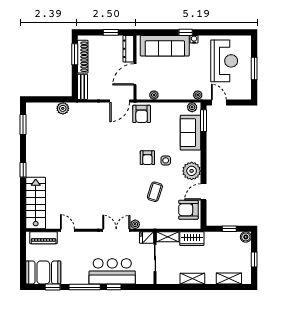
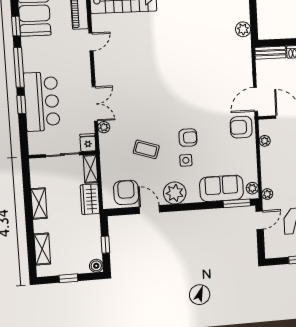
door: (120, 101) -> (256, 99), hinge flipped
armchair: (147, 158) -> (188, 138), turned 180

